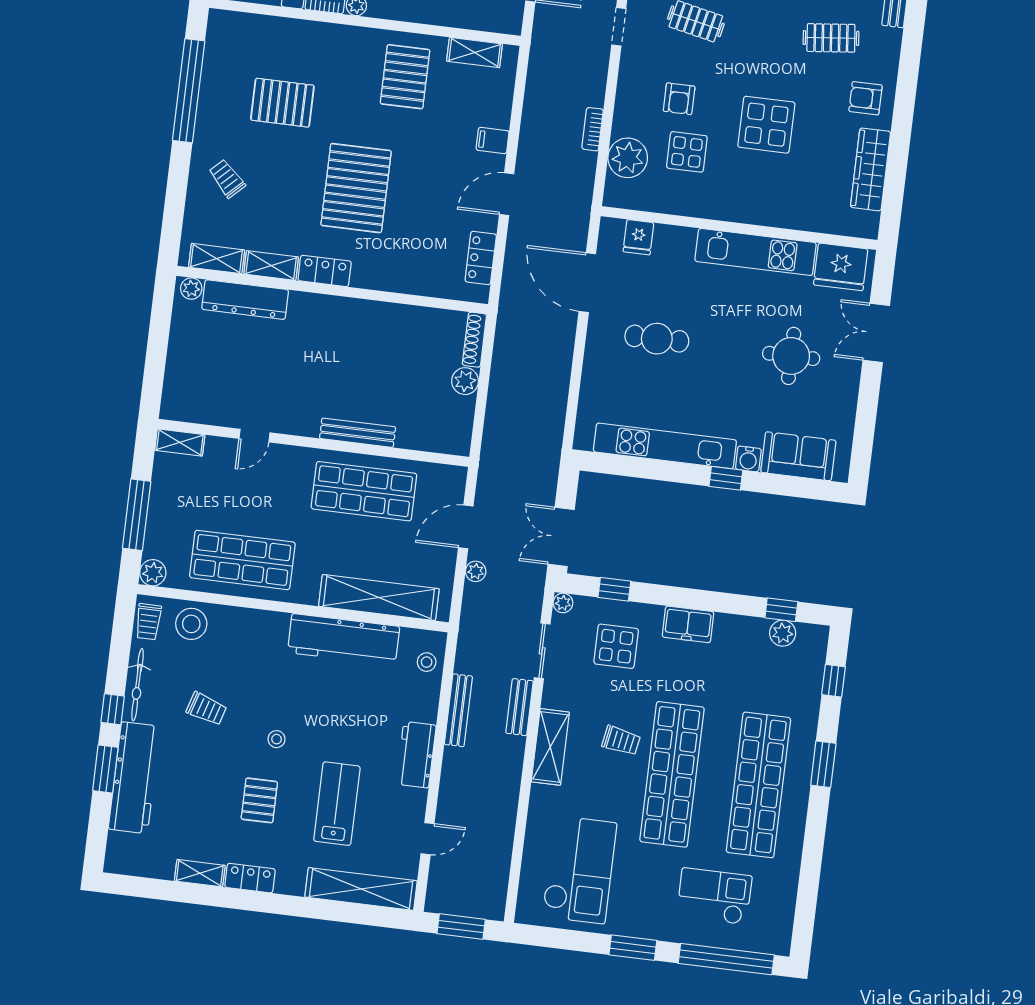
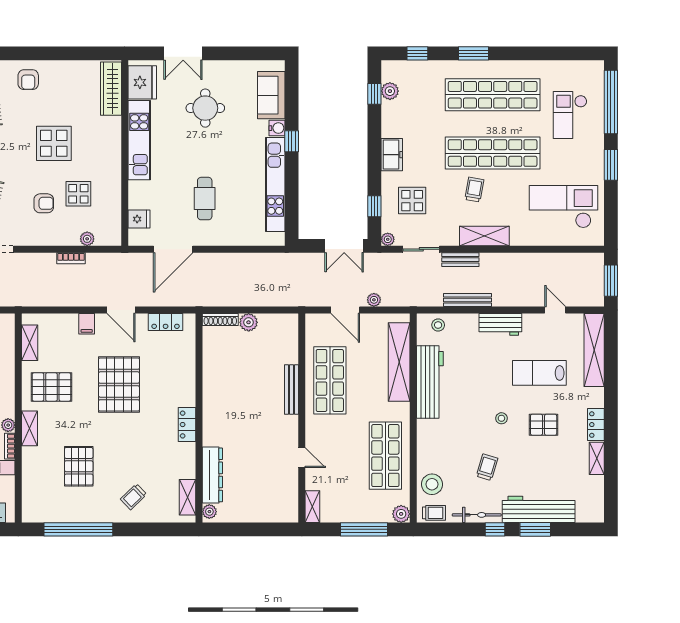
plant: (628, 158) -> (87, 239), width x0.53, depth x0.53
wardrobe: (871, 169) -> (111, 89), moved, turned 90
pallet: (356, 188) -> (119, 385), moved, turned 90
shelving: (271, 266) -> (30, 428), moved

